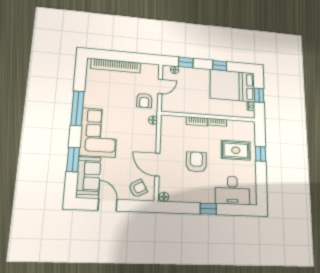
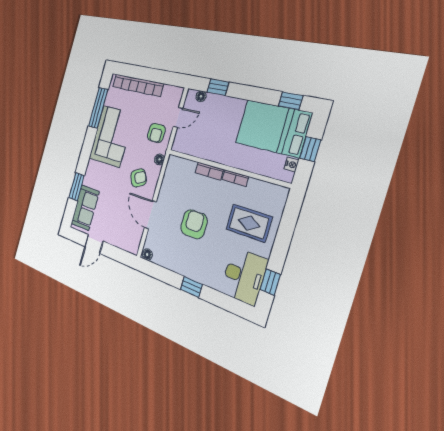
window: (220, 66) -> (291, 101), moved
window: (77, 108) -> (98, 108), moved
corner sofa: (99, 132) -> (111, 136), moved
window: (261, 154) -> (270, 282), moved
armchair: (138, 188) -> (139, 178), moved
desk: (232, 190) -> (244, 276), moved, turned -90
door: (108, 205) -> (94, 244), swing flipped

